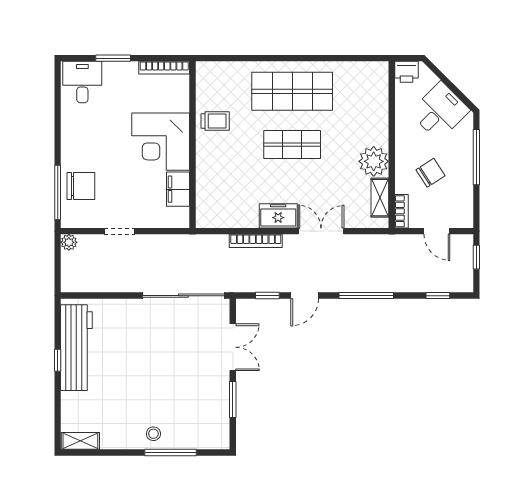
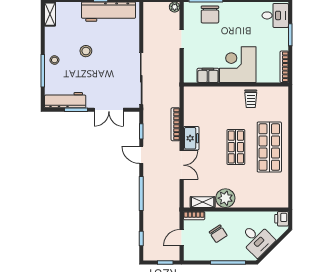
stool: (139, 384) -> (86, 51), added
workbench: (217, 417) -> (65, 100), added

